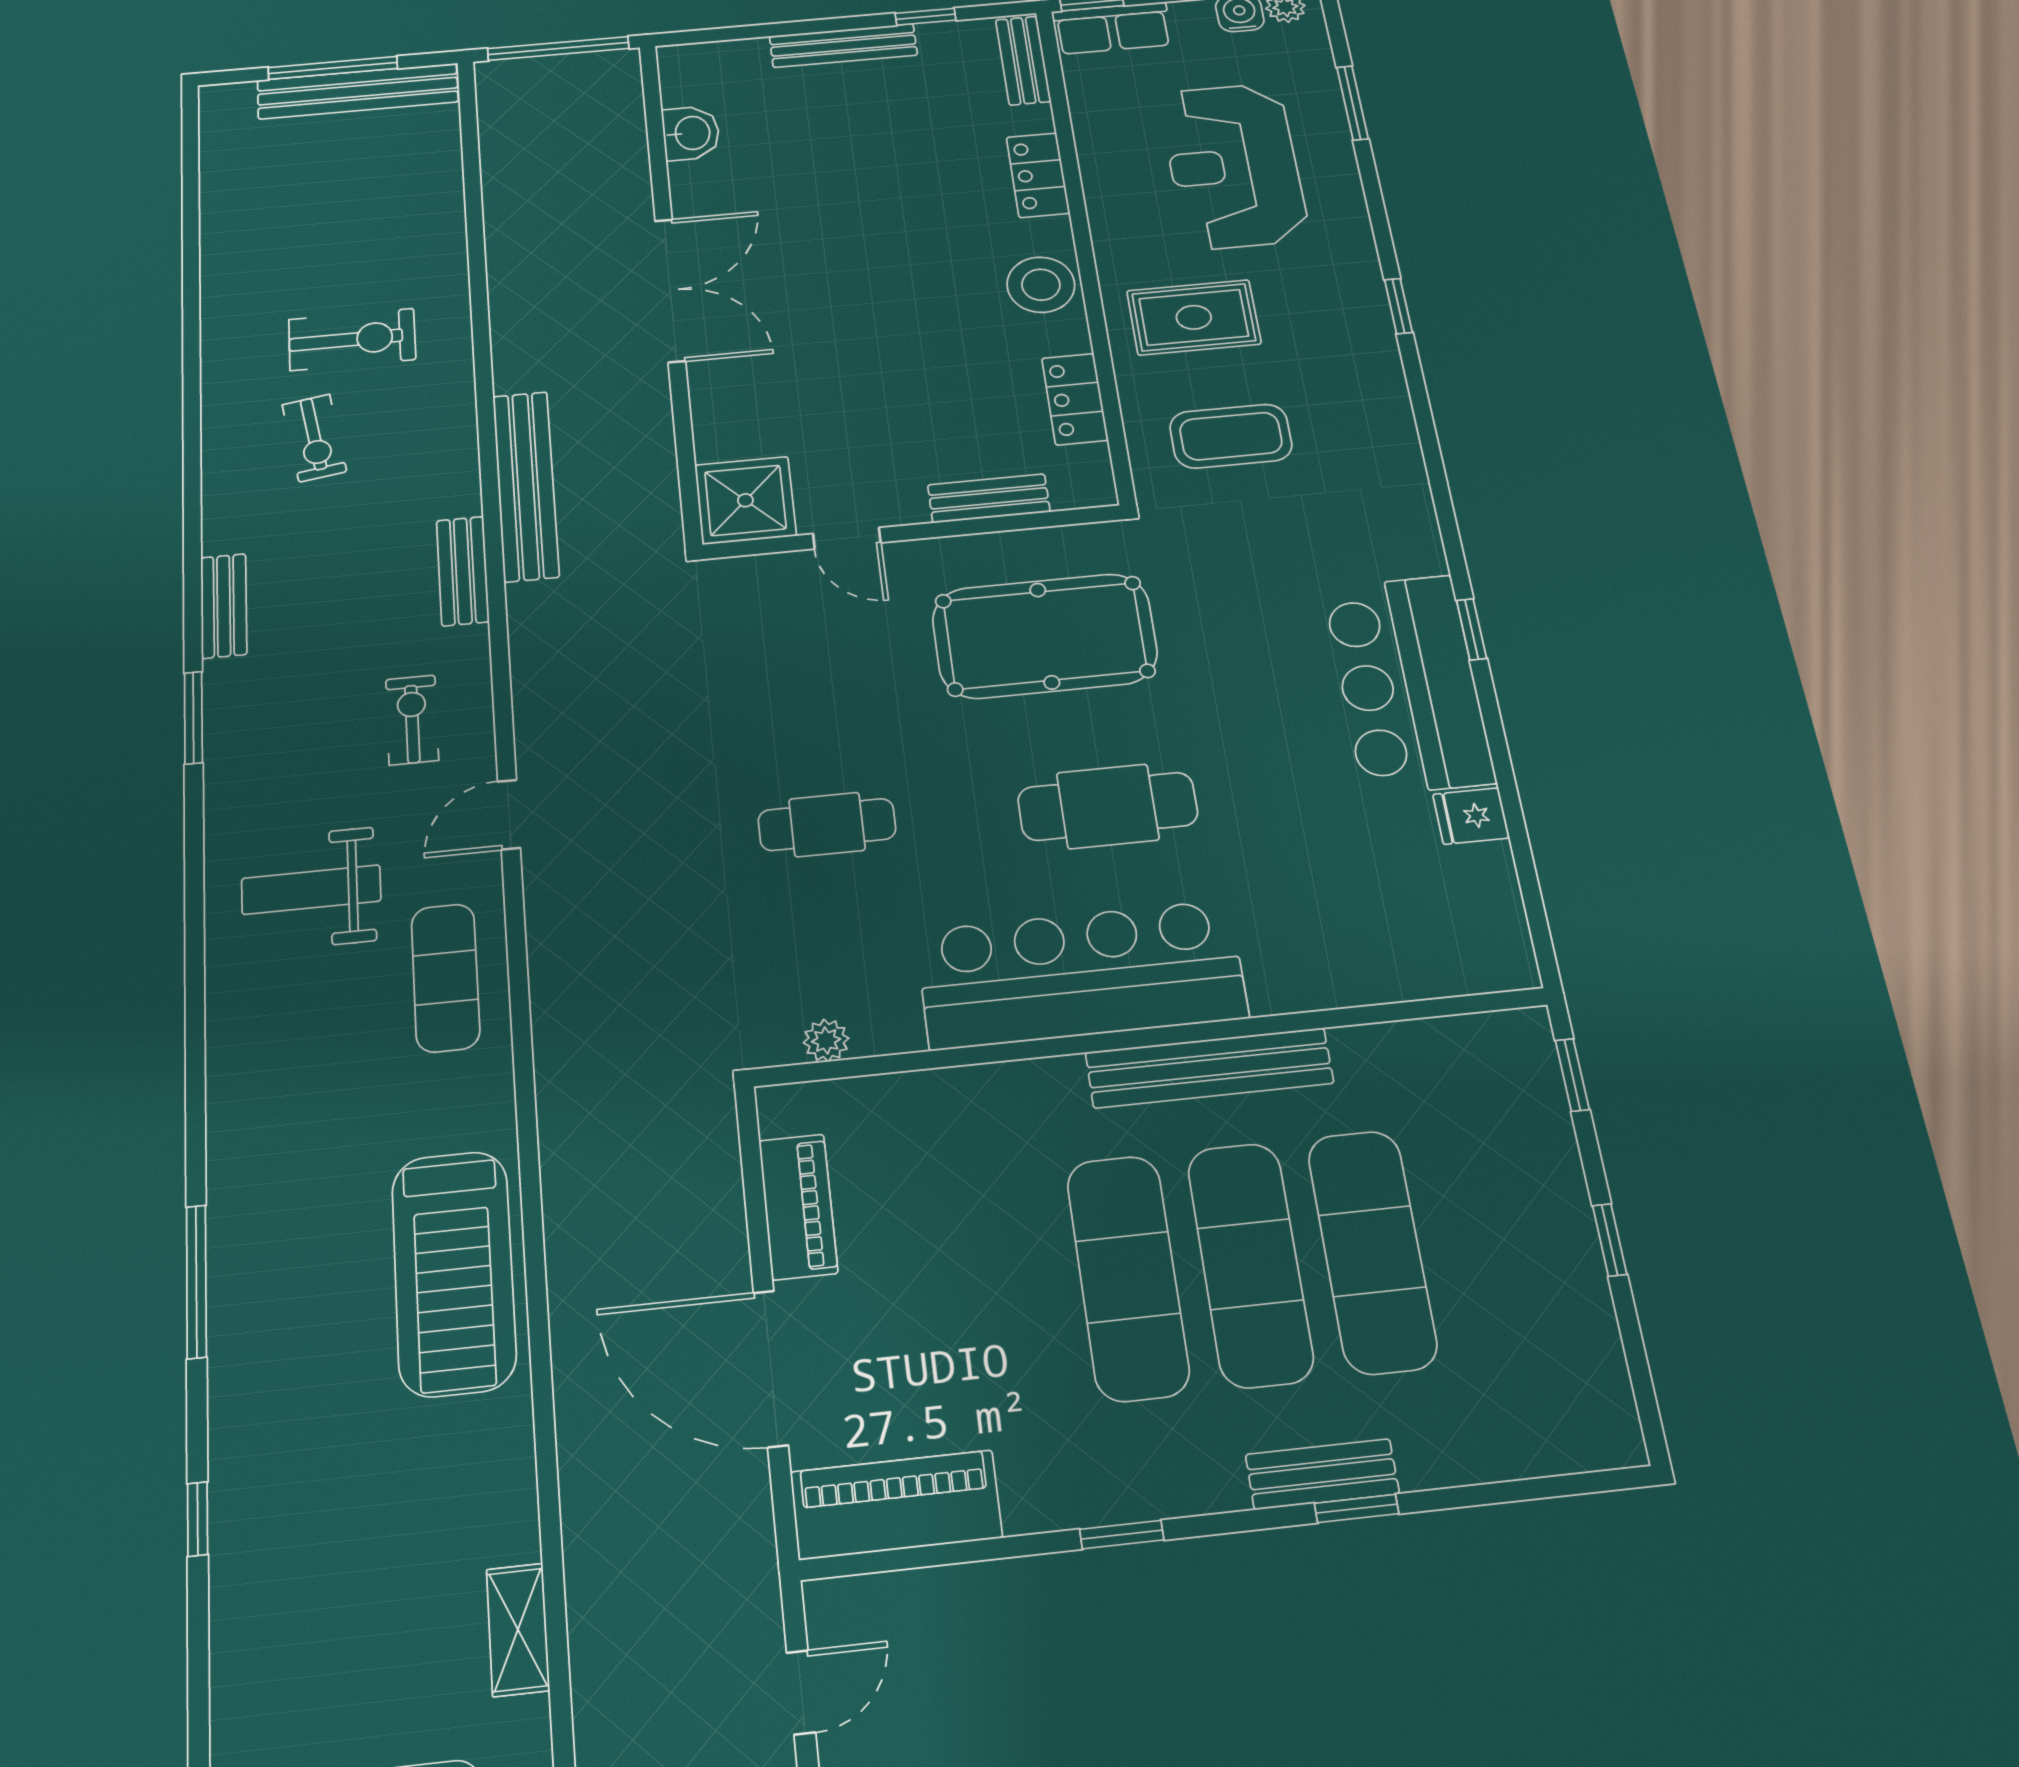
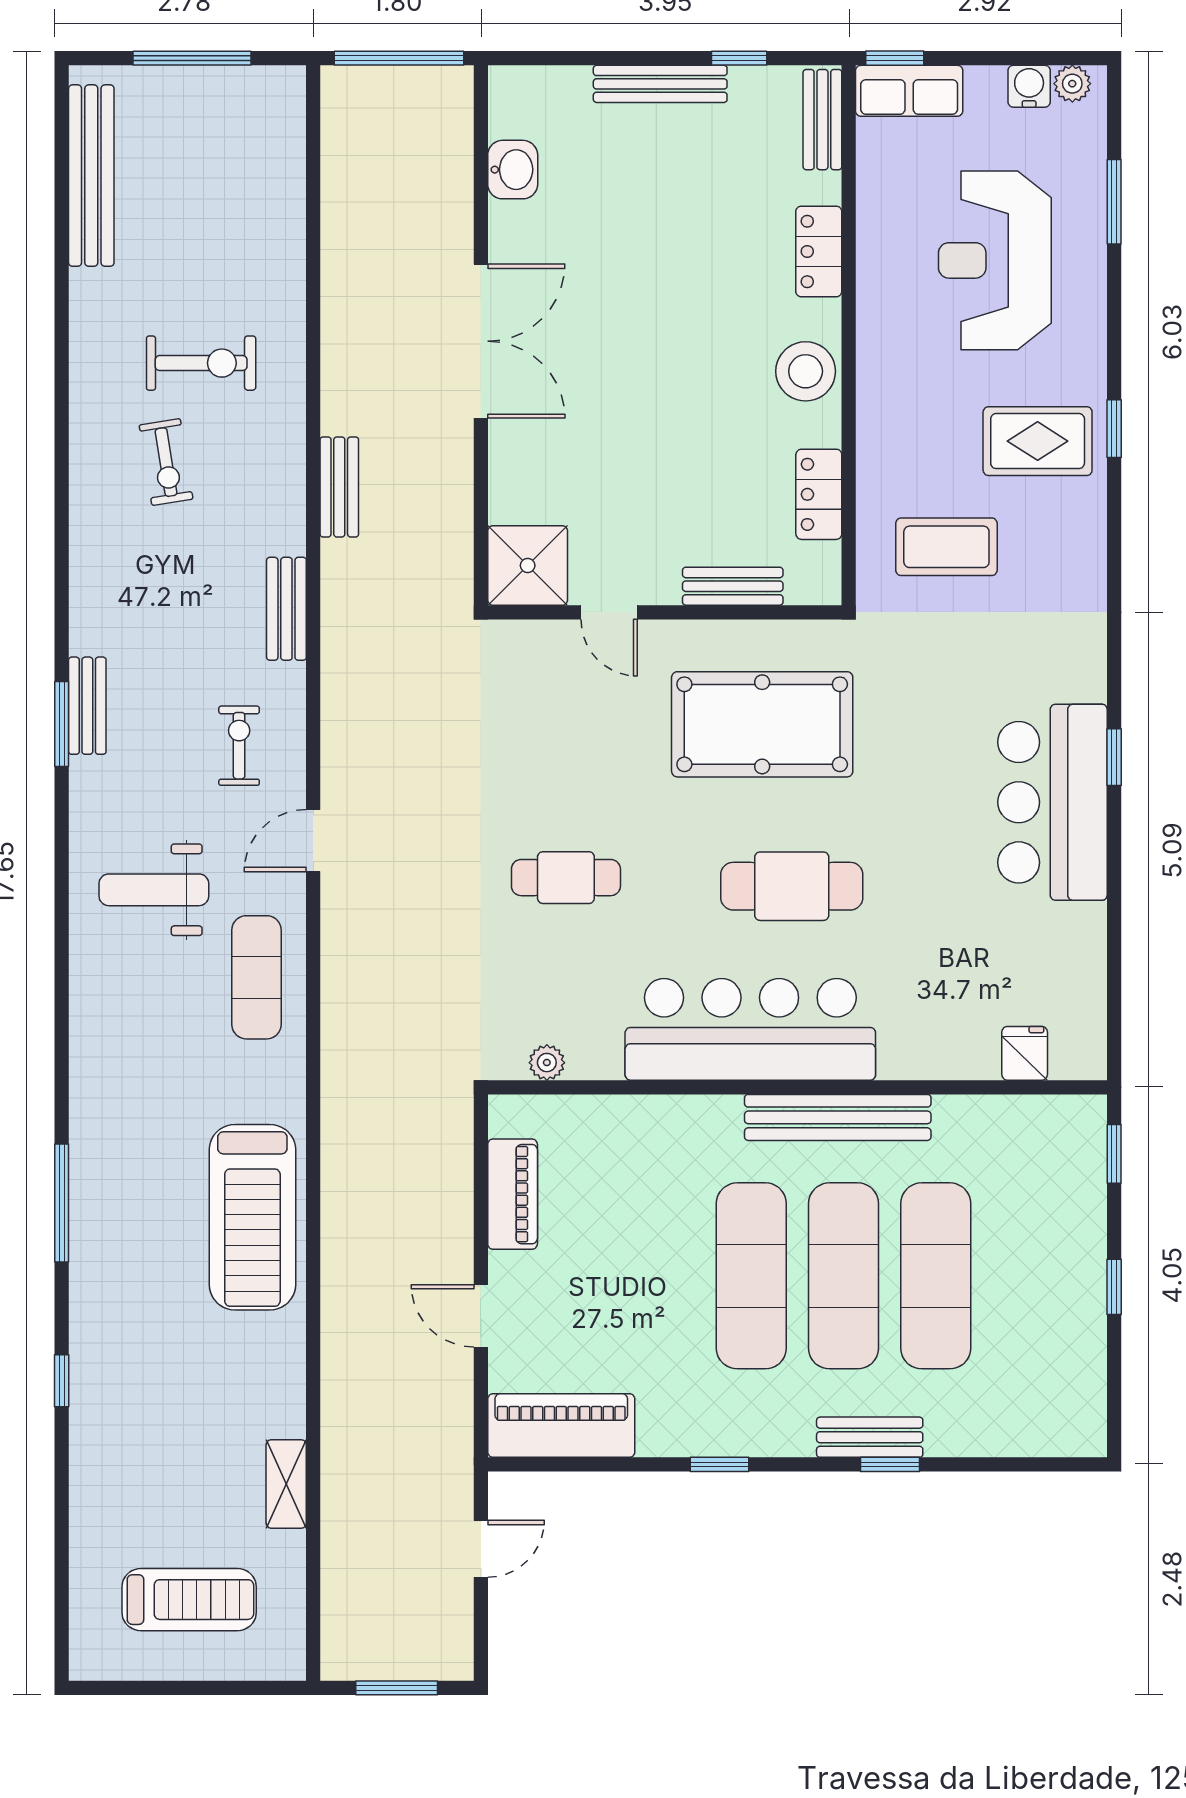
bench: (358, 91) -> (91, 176), moved, turned 90
rug: (1194, 317) -> (1038, 441), moved
bench: (526, 486) -> (339, 487), width x0.54, depth x0.82
bench: (224, 606) -> (87, 706), moved
fridge: (1471, 816) -> (1025, 1053), moved, turned 90
door: (771, 1368) -> (481, 1316), width x0.53

